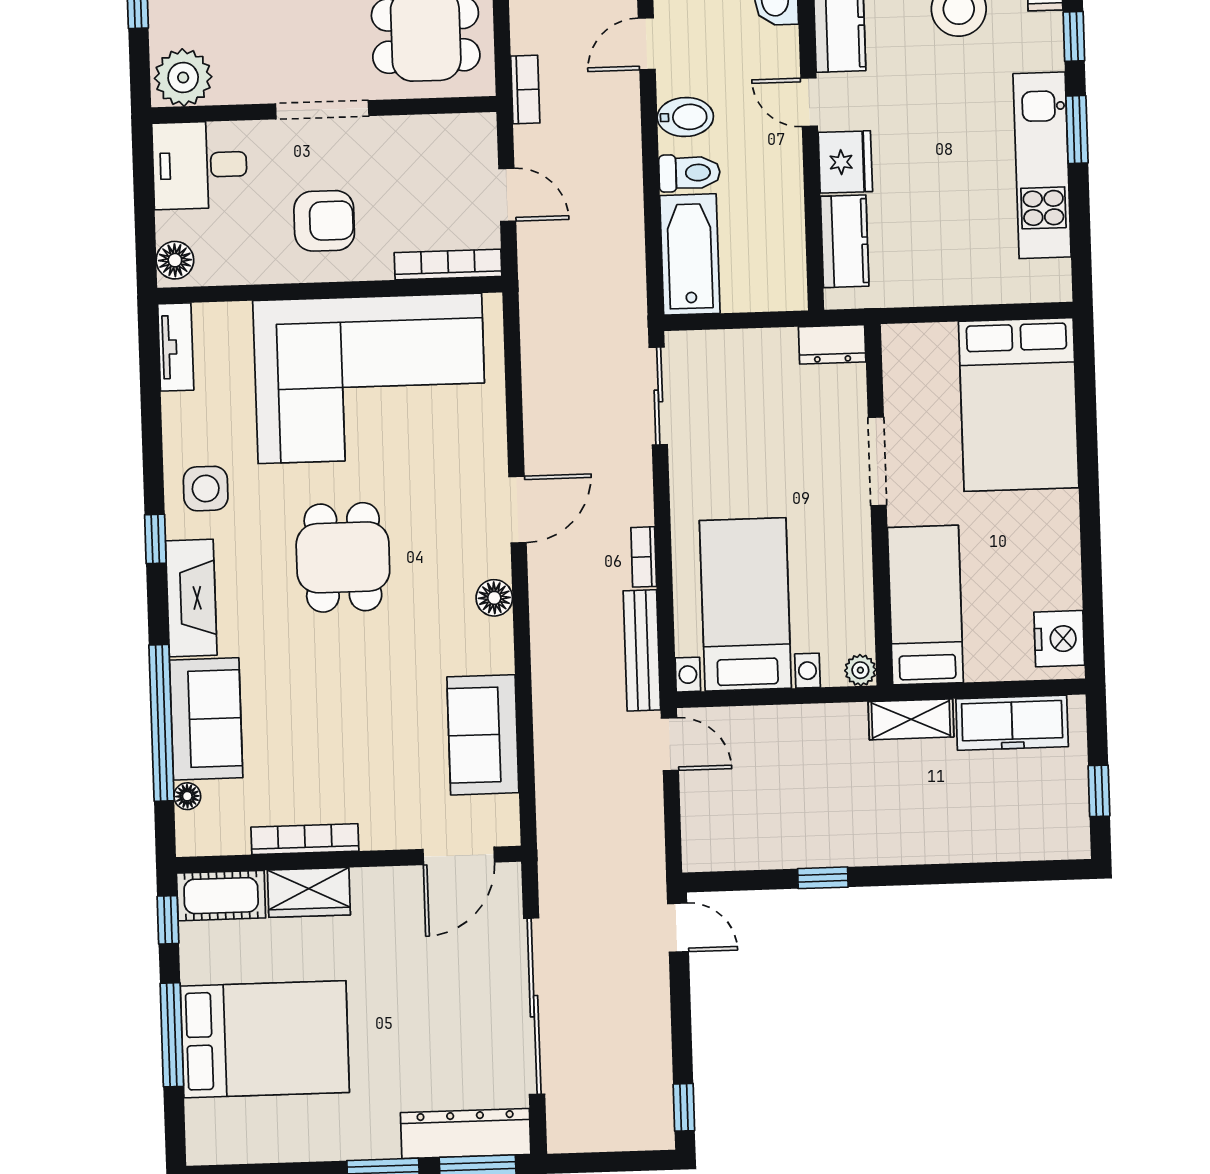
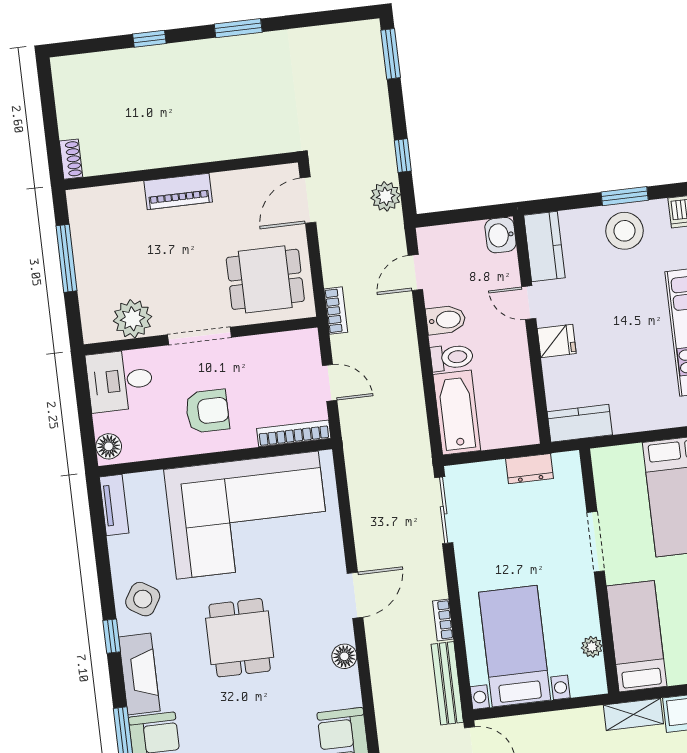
plant: (183, 78) -> (133, 319), moved
fridge: (845, 162) -> (557, 341), width x0.72
kitchen counter: (845, 241) -> (580, 423), moved, turned -90
dresser: (832, 344) -> (529, 469), moved
side table: (206, 489) -> (143, 599), turned 32
plant: (860, 670) -> (592, 647), moved

